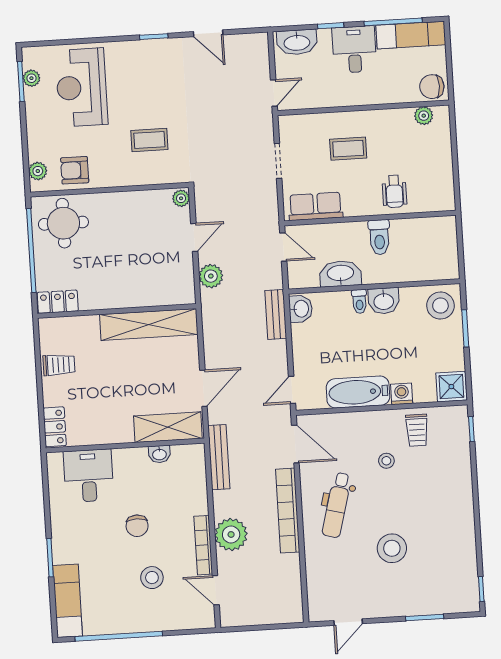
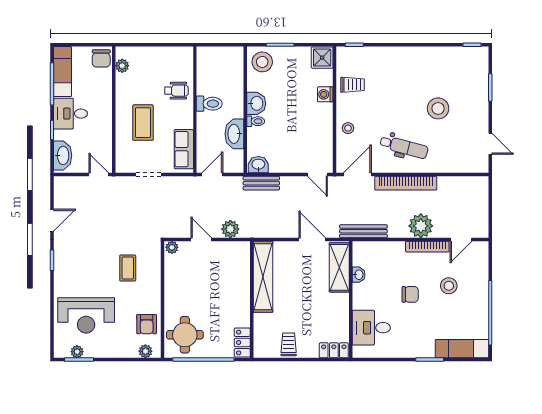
coffee table: (348, 149) -> (143, 123), width x1.36, depth x1.30
bathtub: (358, 392) -> (322, 126), removed
stool: (386, 461) -> (348, 128), moved

